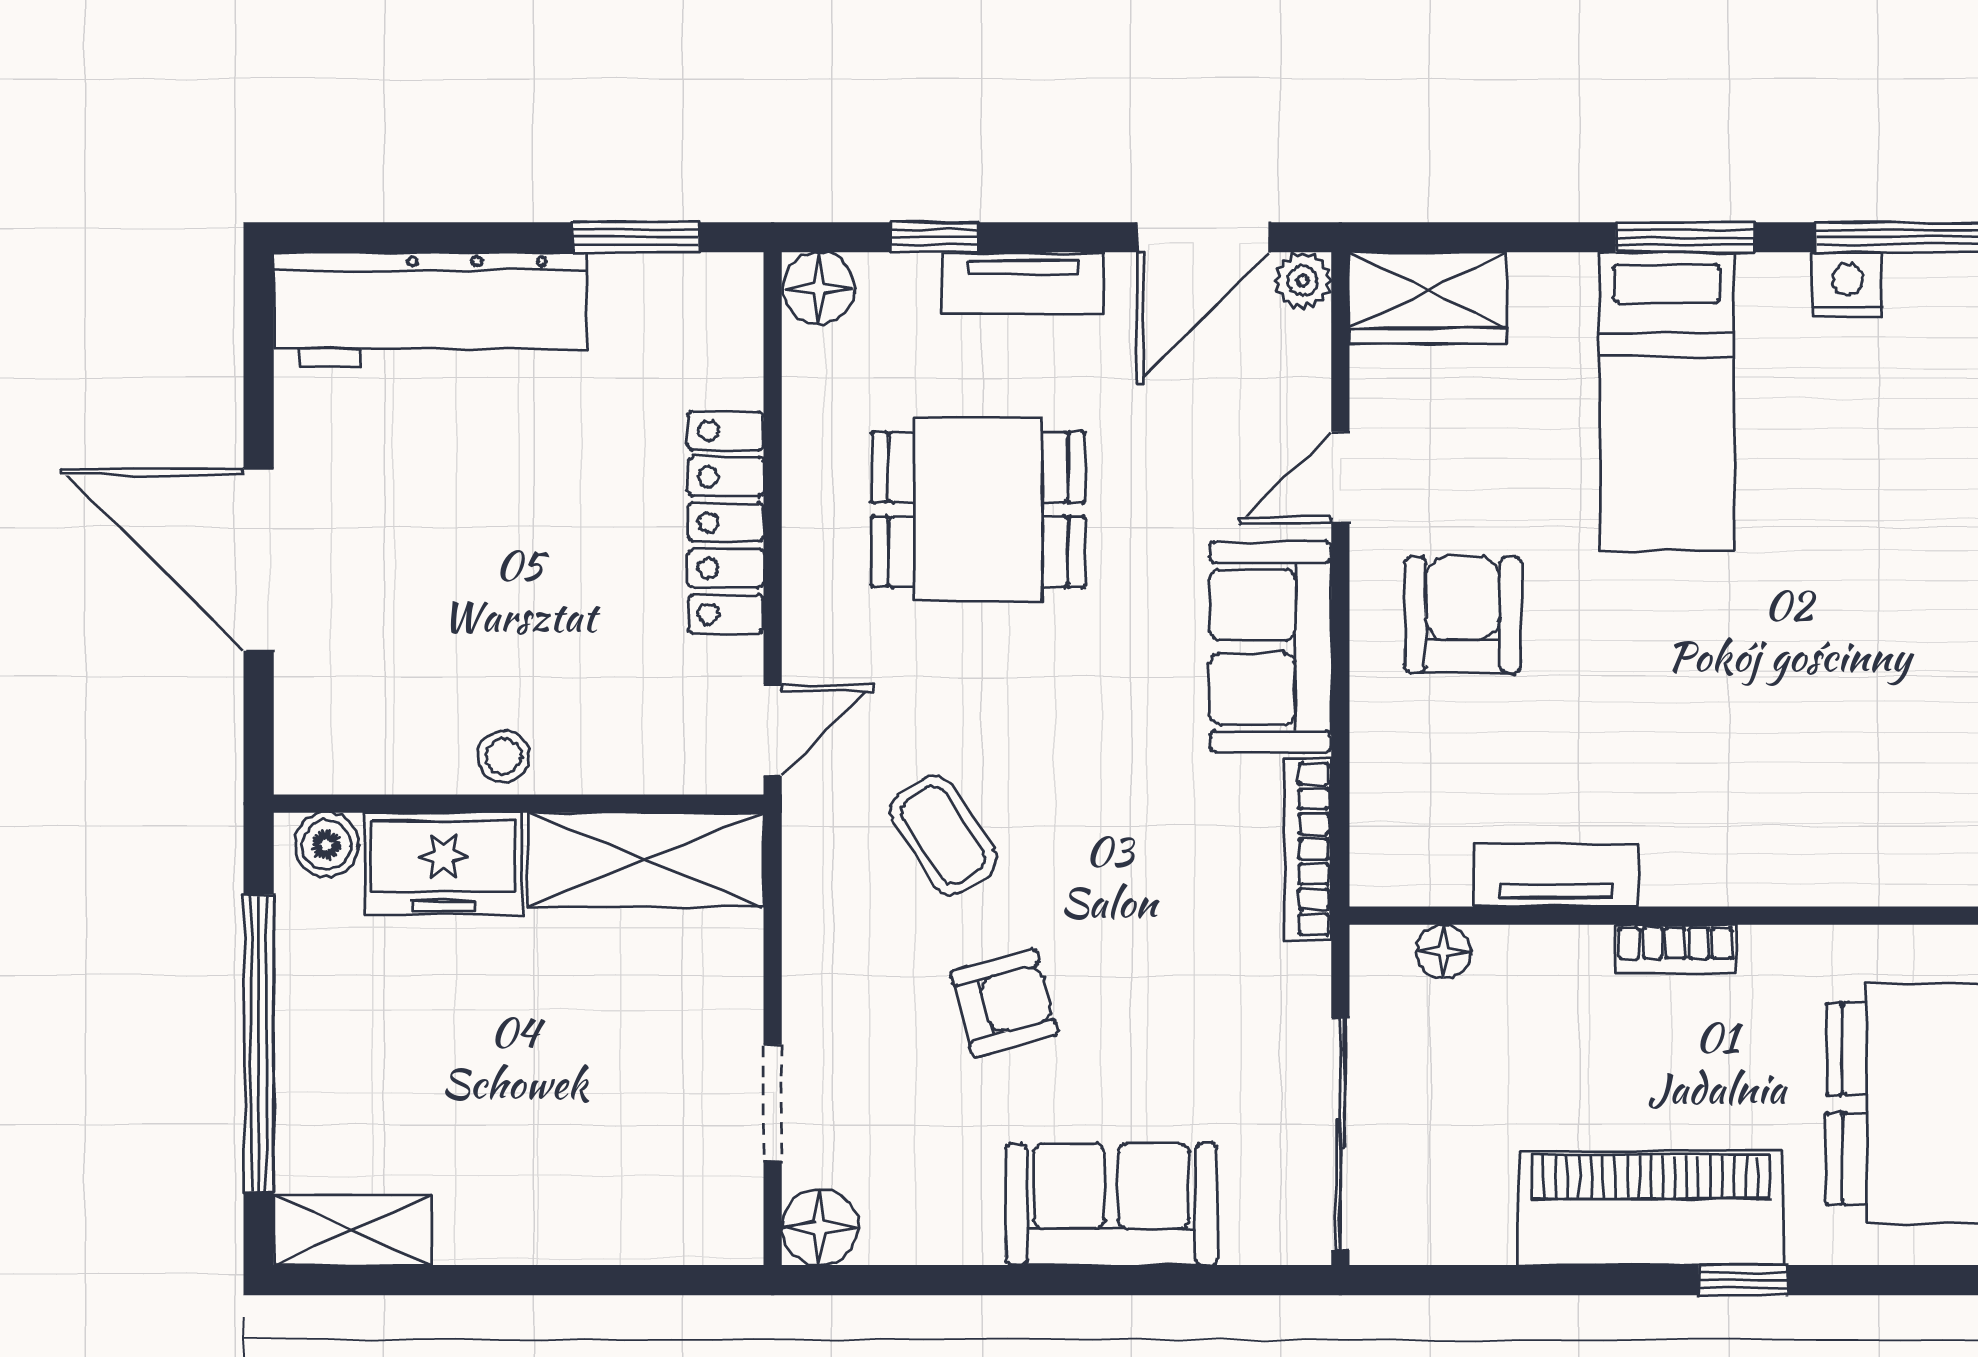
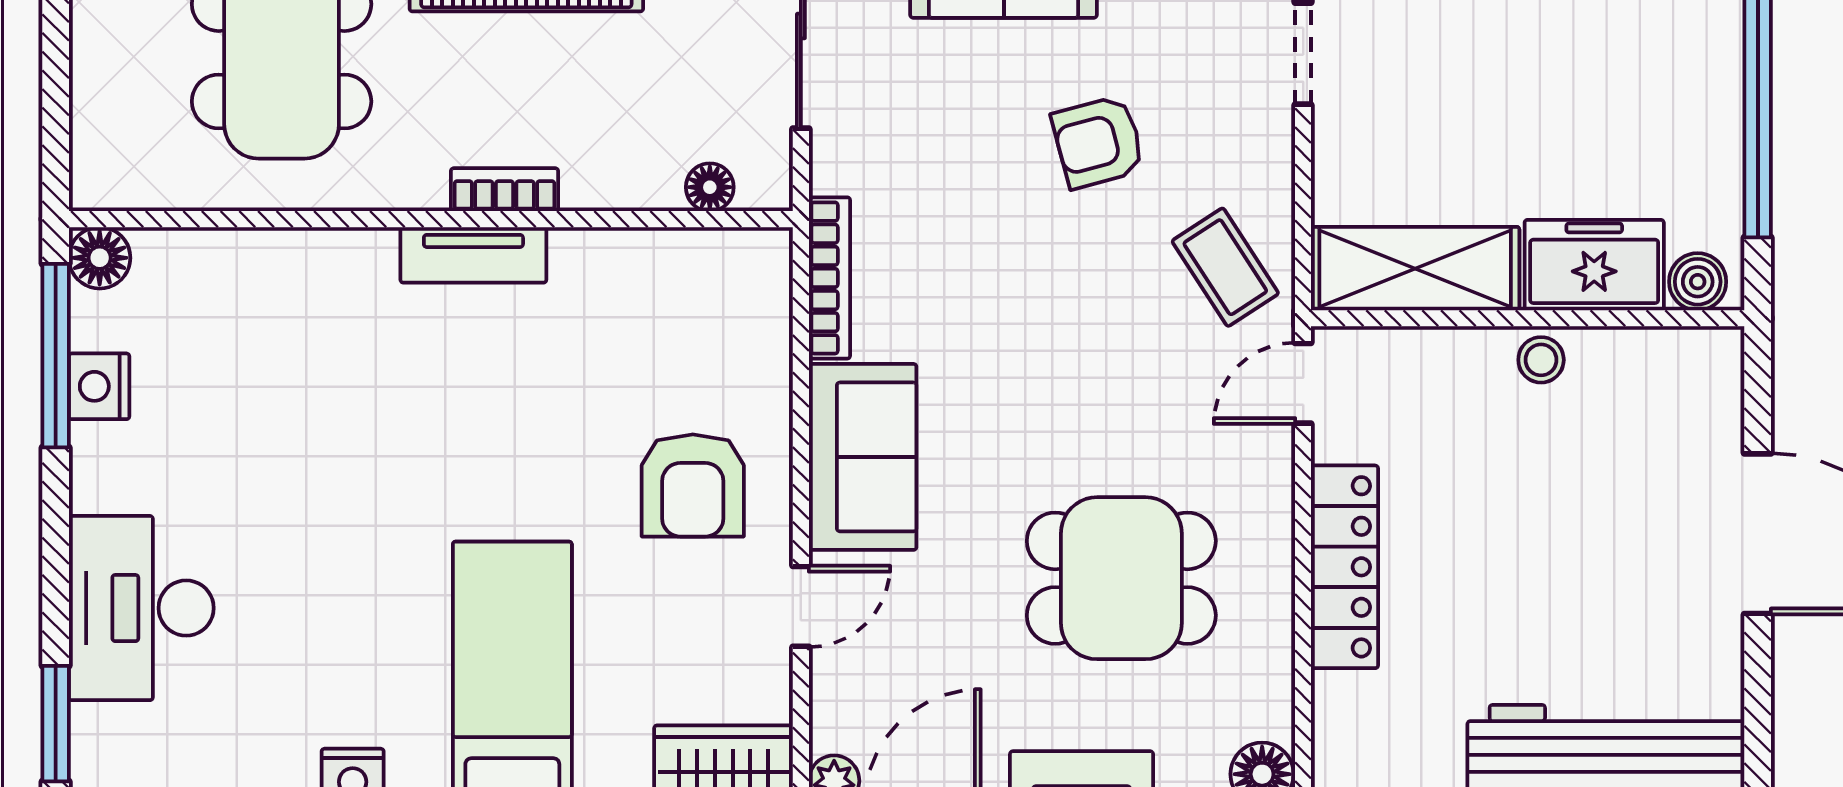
coffee table: (943, 835) -> (1225, 267), moved
tv unit: (1556, 875) -> (473, 255), moved

